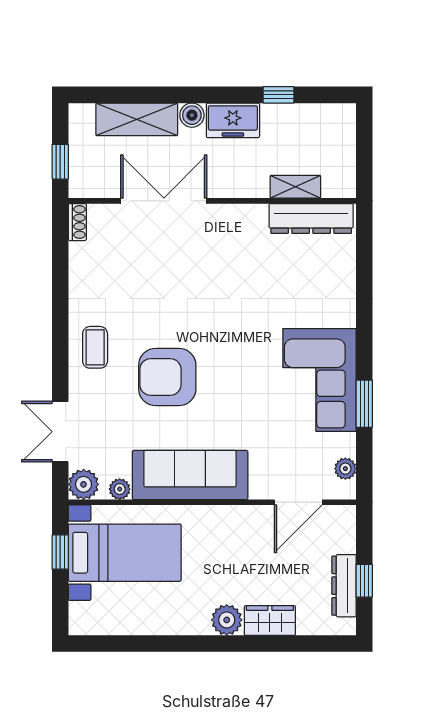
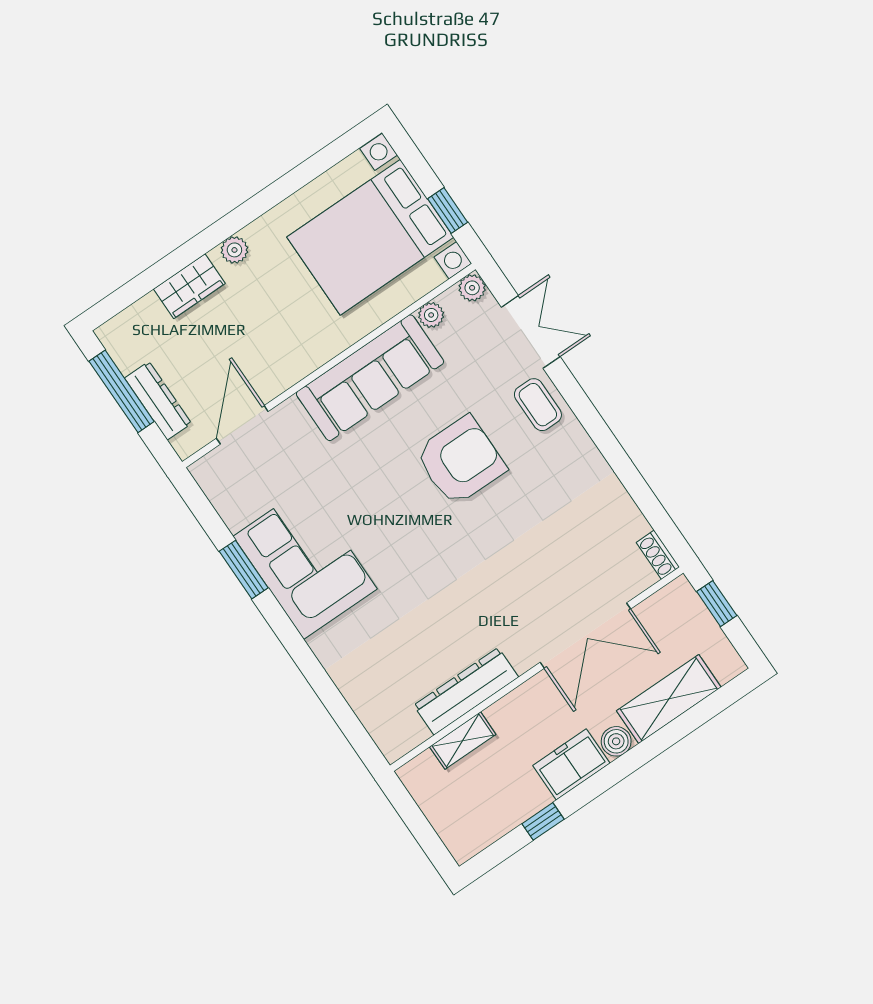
dresser: (311, 218) -> (466, 691), moved
coffee table: (95, 347) -> (538, 405), moved
plant: (345, 469) -> (218, 491), removed
plant: (84, 484) -> (472, 288), width x0.73, depth x0.73
bed with nightstands: (125, 553) -> (370, 237), width x1.36
window: (364, 581) -> (122, 391), width x2.17
dresser: (344, 586) -> (158, 401), moved
plant: (227, 620) -> (234, 250), width x0.73, depth x0.73

